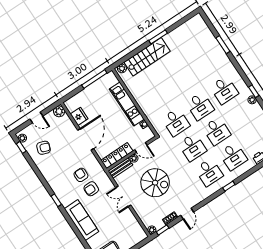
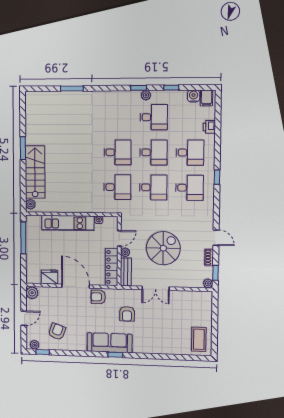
desk: (224, 90) -> (154, 117), moved
armchair: (81, 175) -> (98, 297), moved
sofa: (82, 220) -> (110, 343), moved

